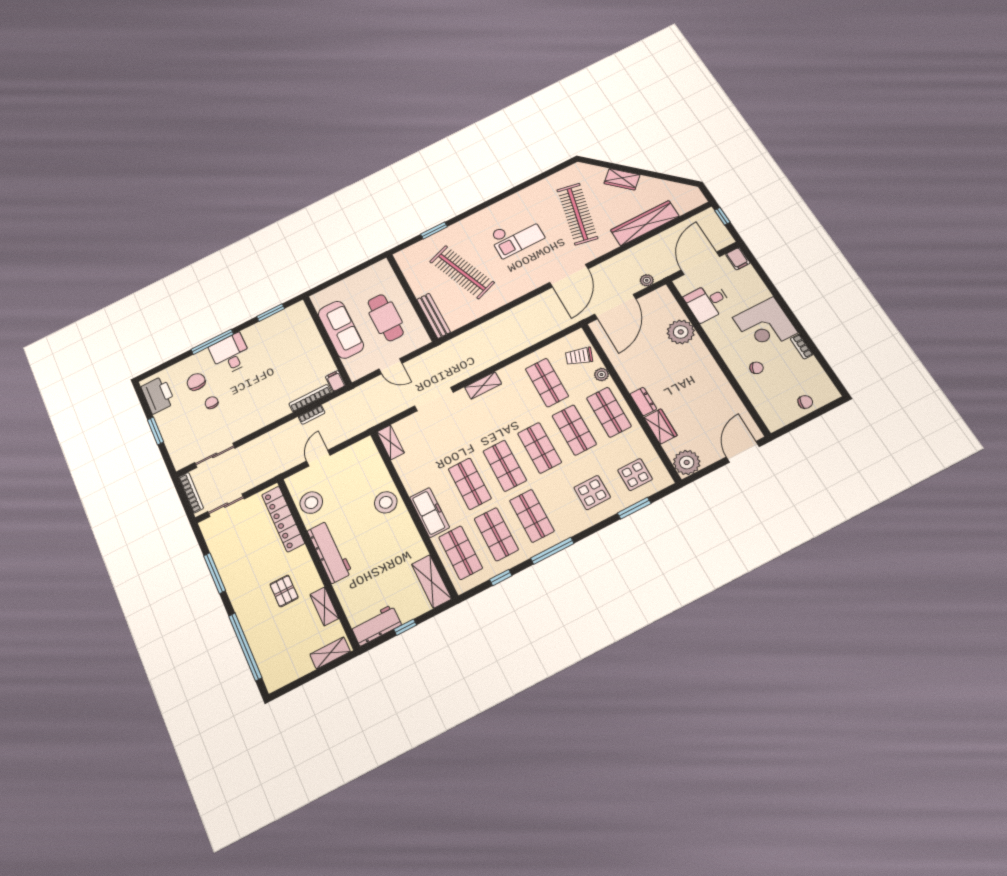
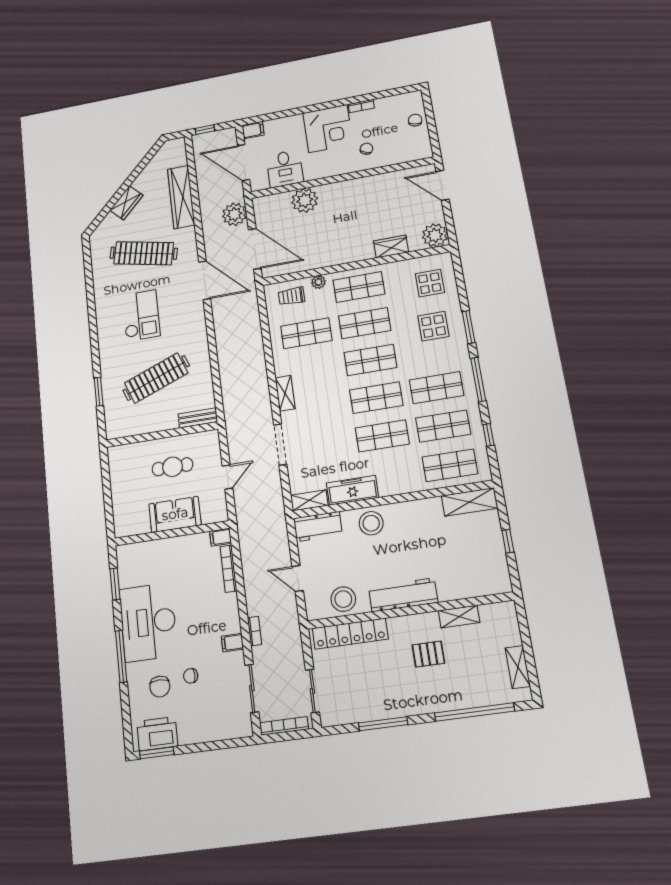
plant: (647, 280) -> (234, 214), width x1.88, depth x1.88
bench: (433, 316) -> (198, 418), width x0.73
cafe table: (386, 318) -> (173, 467), width x0.73, depth x0.74
sofa: (341, 330) -> (175, 514), width x0.73
desk: (230, 354) -> (148, 622), width x1.87, depth x1.30
trolley: (579, 356) -> (292, 296), turned 71
chair: (196, 382) -> (160, 687), turned -89
dresser: (643, 402) -> (360, 254), removed
bookcase: (312, 415) -> (254, 631), moved
filing cabinet: (248, 425) -> (232, 643), added
window: (155, 431) -> (157, 753), moved
window: (634, 508) -> (469, 327), moved
freezer: (429, 512) -> (352, 490), moved
workbench: (376, 625) -> (318, 527), moved, turned -90
shelving: (330, 653) -> (518, 667), moved

